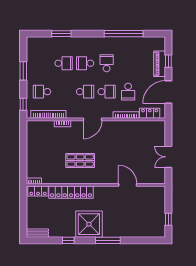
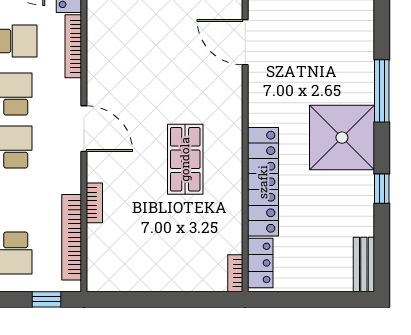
door: (128, 185) -> (245, 42), hinge flipped

